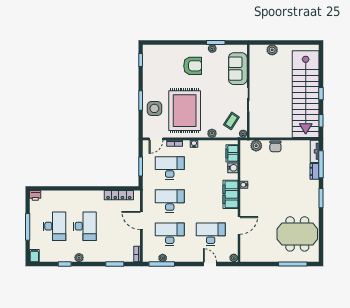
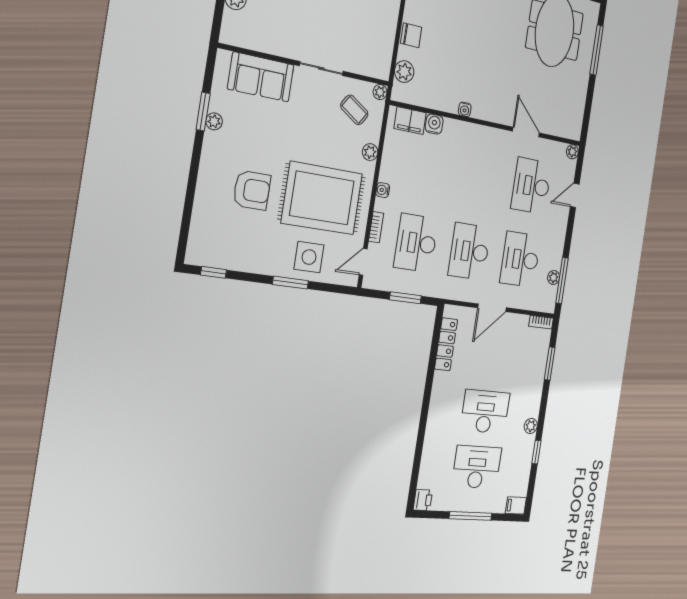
armchair: (193, 66) -> (252, 190), moved, turned 90
door: (156, 139) -> (363, 262), swing flipped
filing cabinet: (230, 194) -> (476, 138), removed

